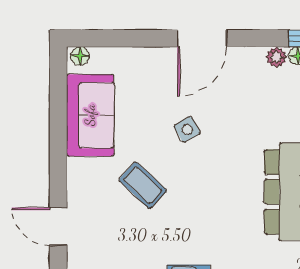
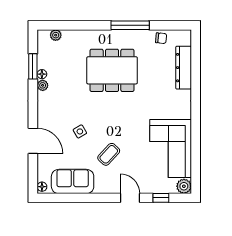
door: (202, 38) -> (33, 141), moved
door: (58, 227) -> (130, 198), swing flipped

